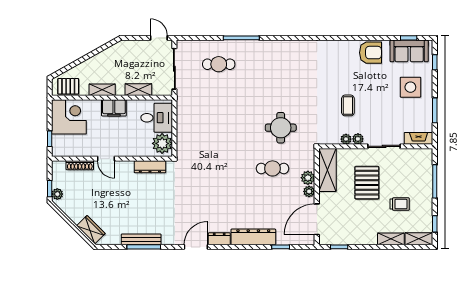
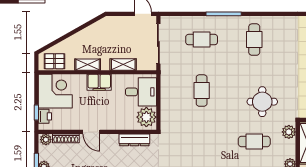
cafe table: (272, 64) -> (254, 40), added
cafe table: (219, 116) -> (202, 91), added
printer: (58, 143) -> (45, 116), added
plant: (59, 166) -> (46, 140), added
plant: (308, 178) -> (289, 132), moved

